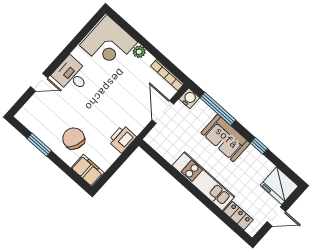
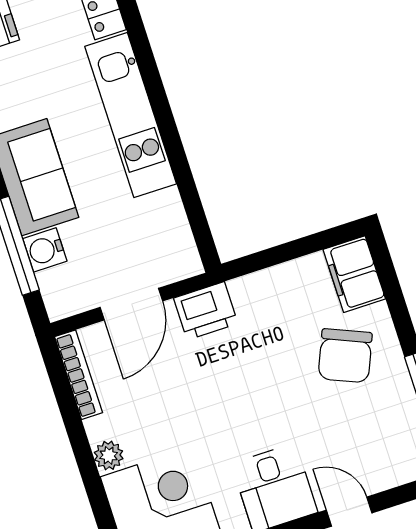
water cooler: (189, 98) -> (45, 250), moved
printer: (122, 139) -> (206, 311), moved

